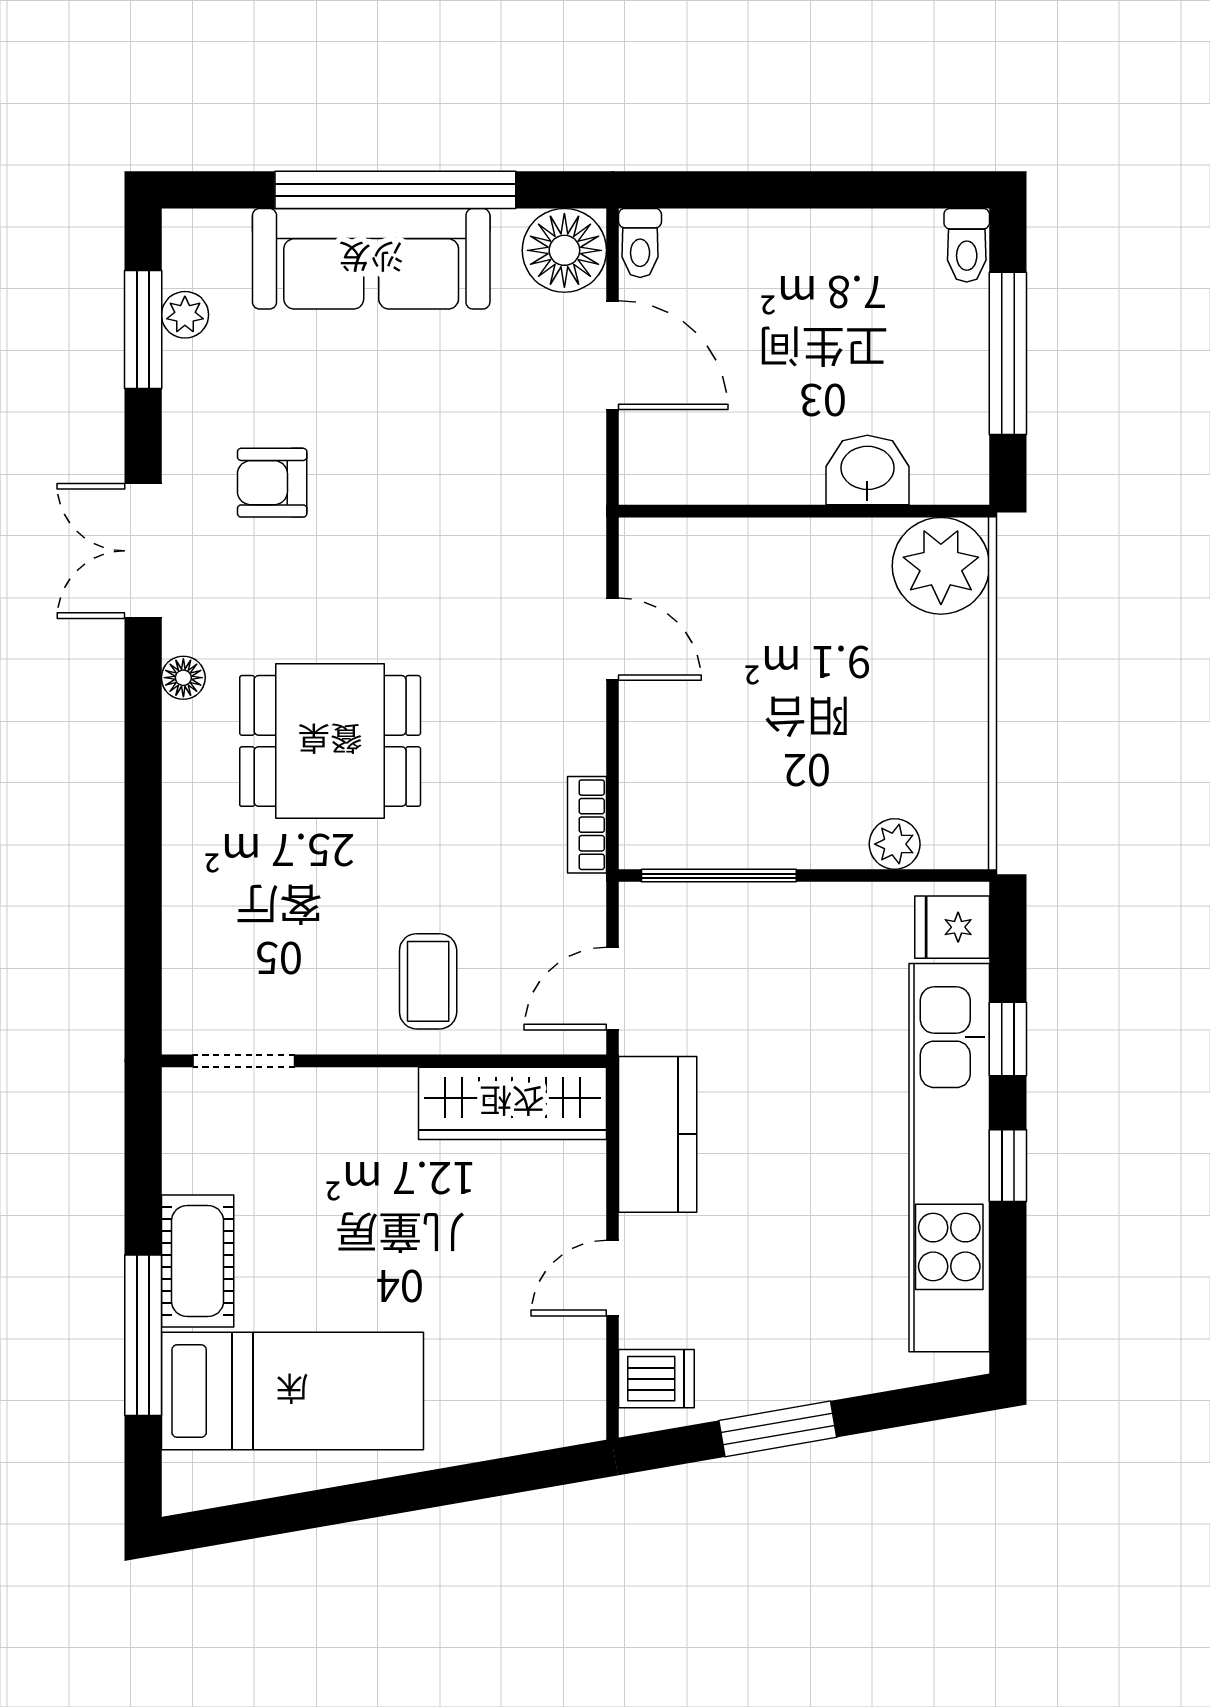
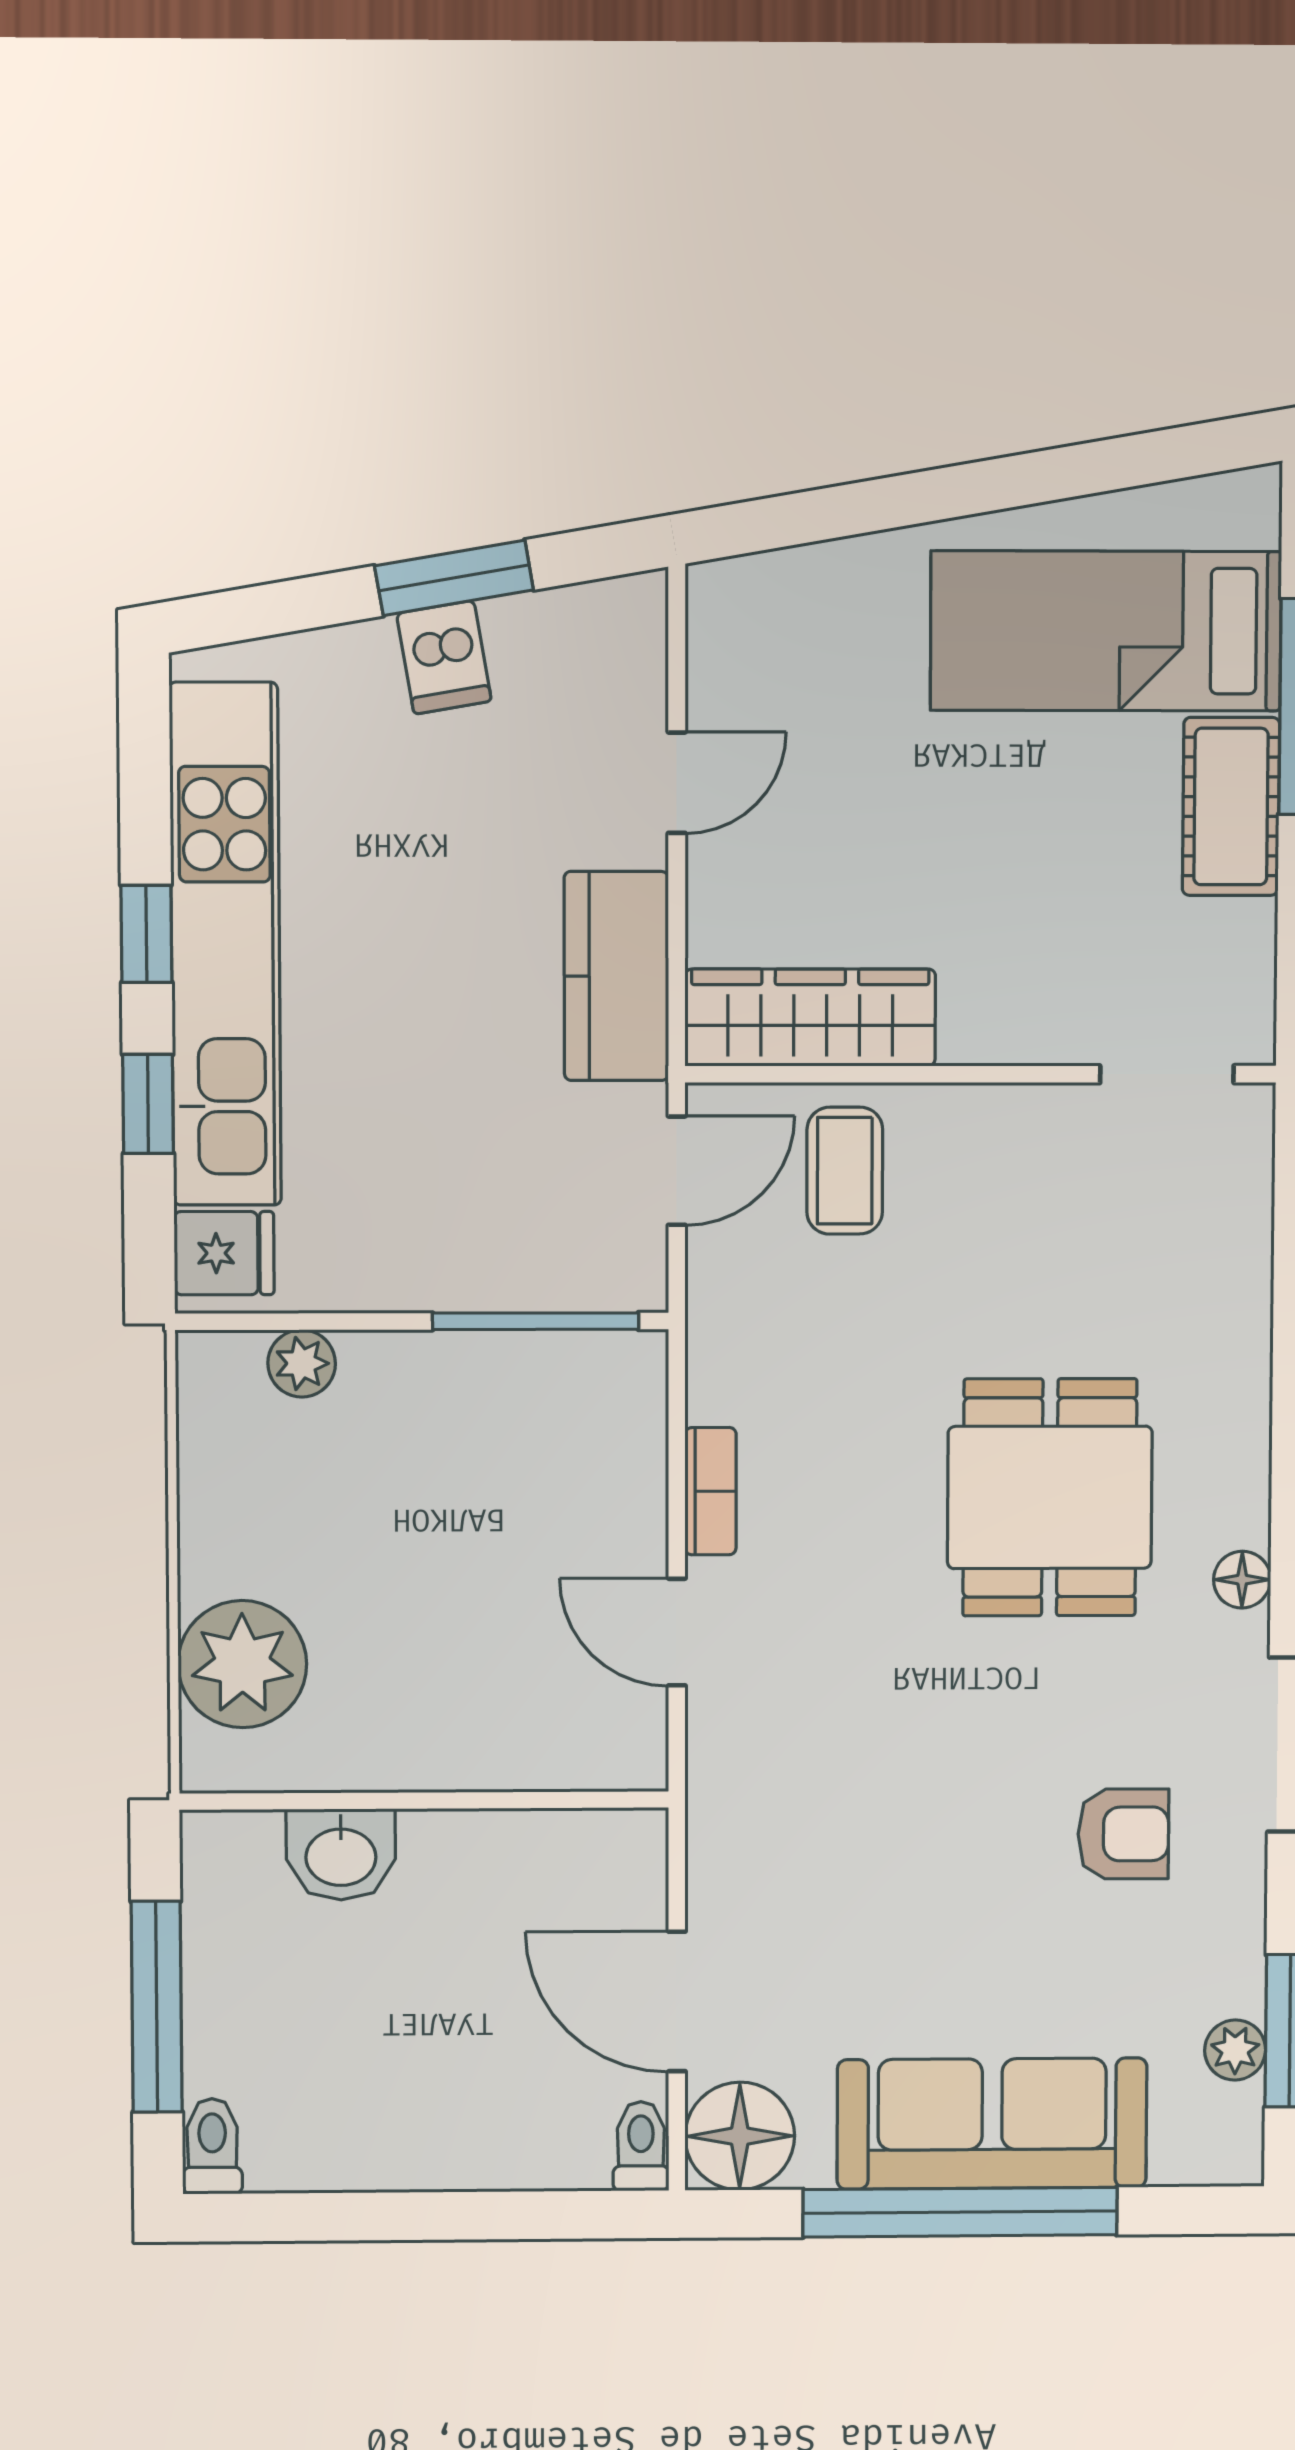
plant: (941, 566) -> (242, 1664), moved
dining table: (330, 741) -> (1050, 1497), turned 90
bookcase: (587, 825) -> (711, 1491), moved
coffee table: (428, 981) -> (845, 1171), moved
dishwasher: (656, 1379) -> (444, 657), moved, turned -100

